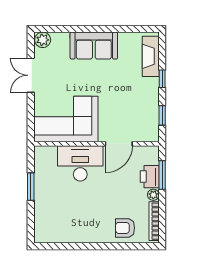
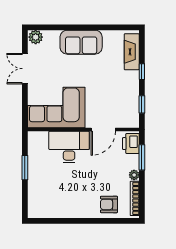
printer: (150, 177) -> (131, 144), moved

